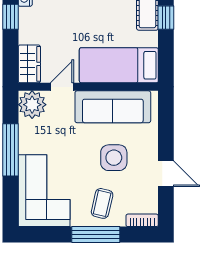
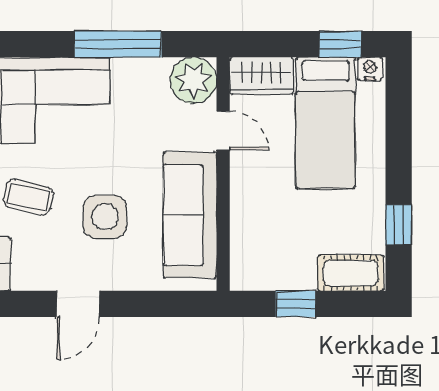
window: (166, 18) -> (296, 304), moved
bed: (119, 65) -> (326, 123), moved, turned 180

